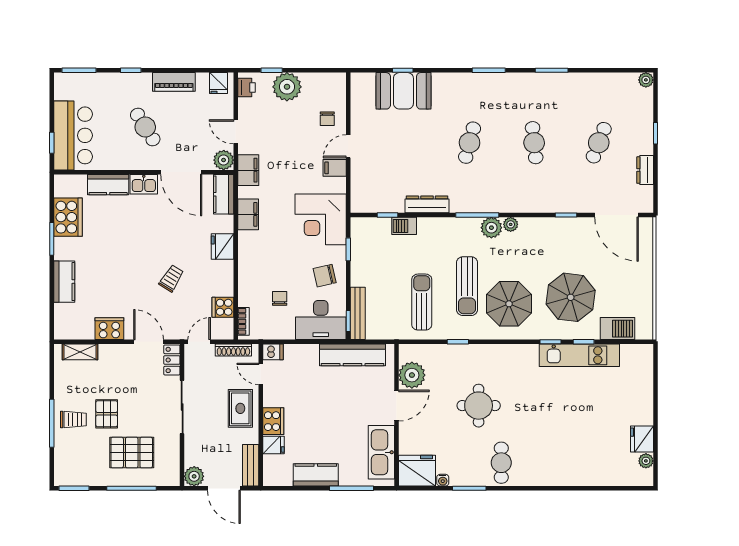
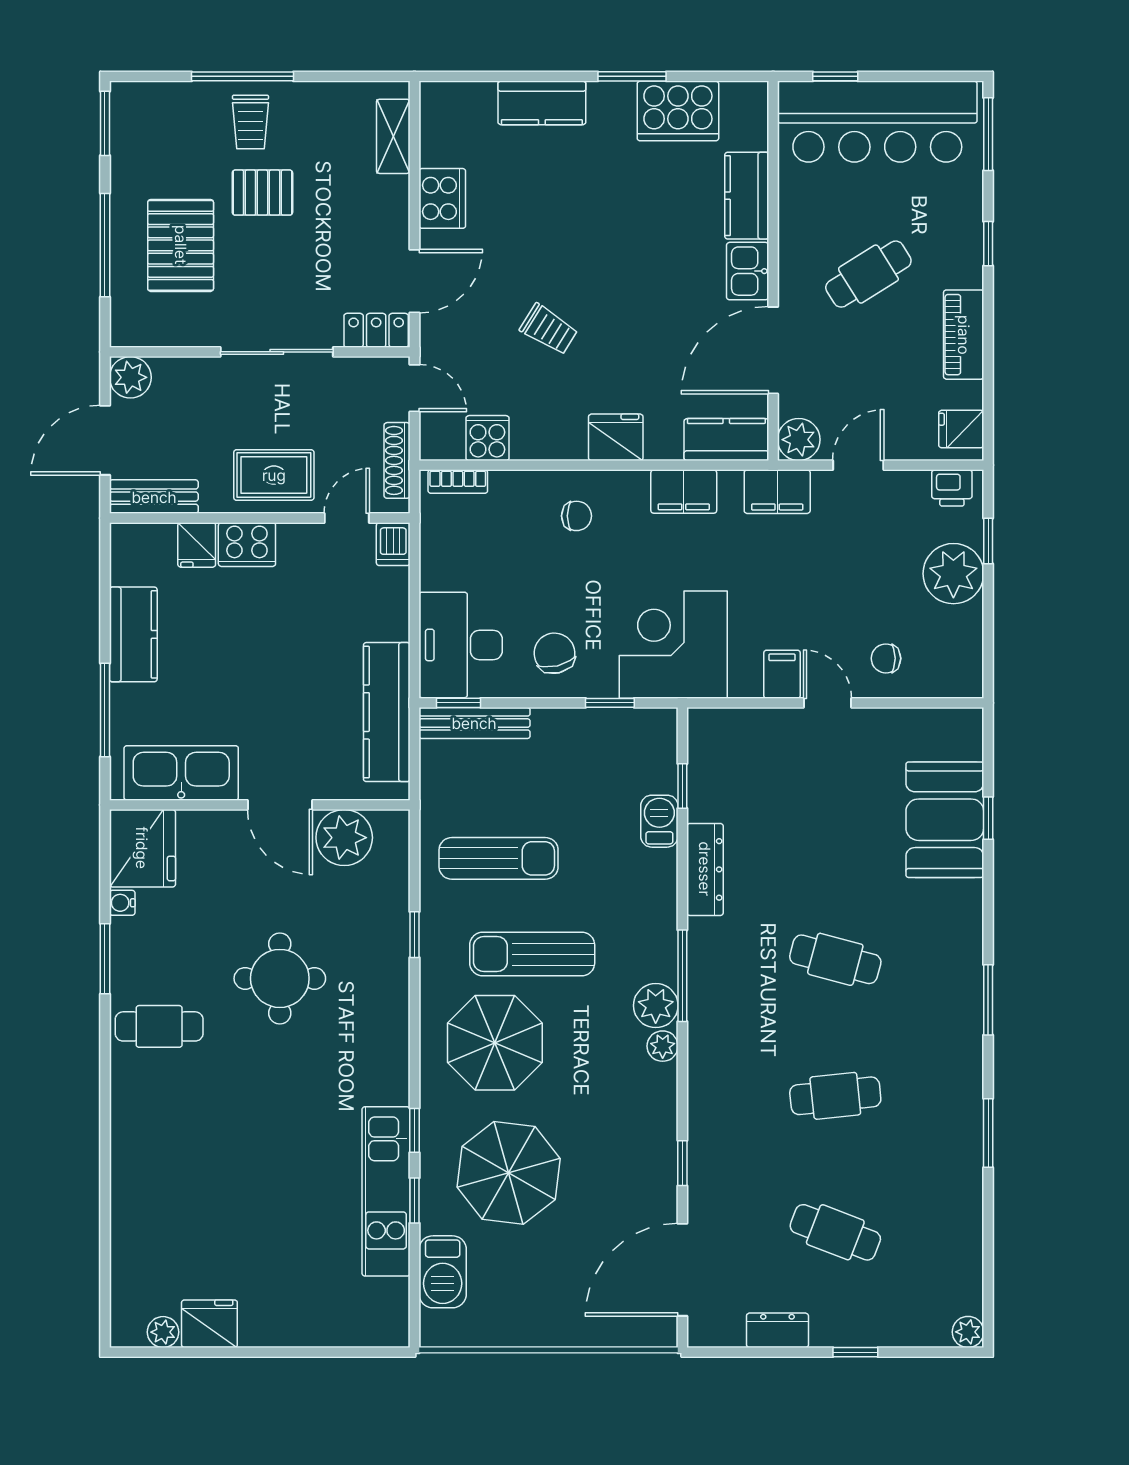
bar counter: (73, 135) -> (877, 122), width x1.36
chair: (280, 298) -> (577, 516), moved

